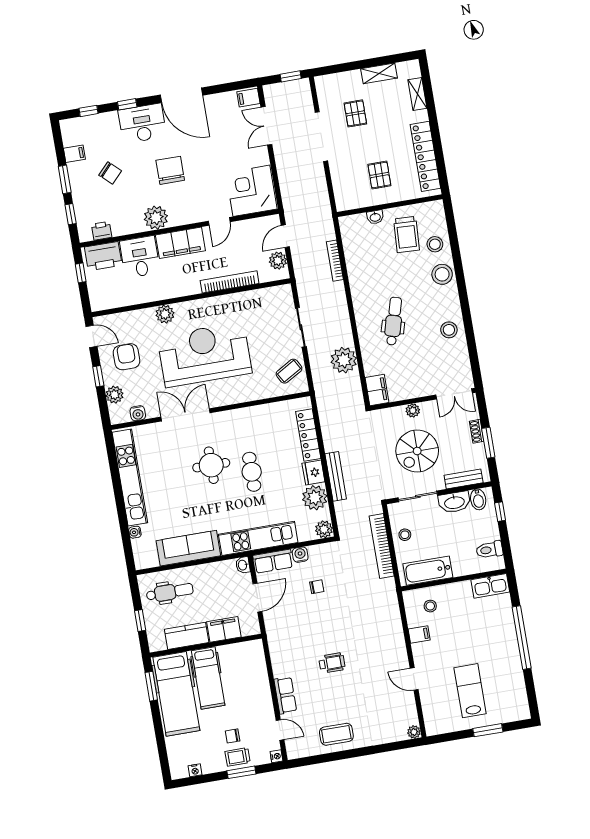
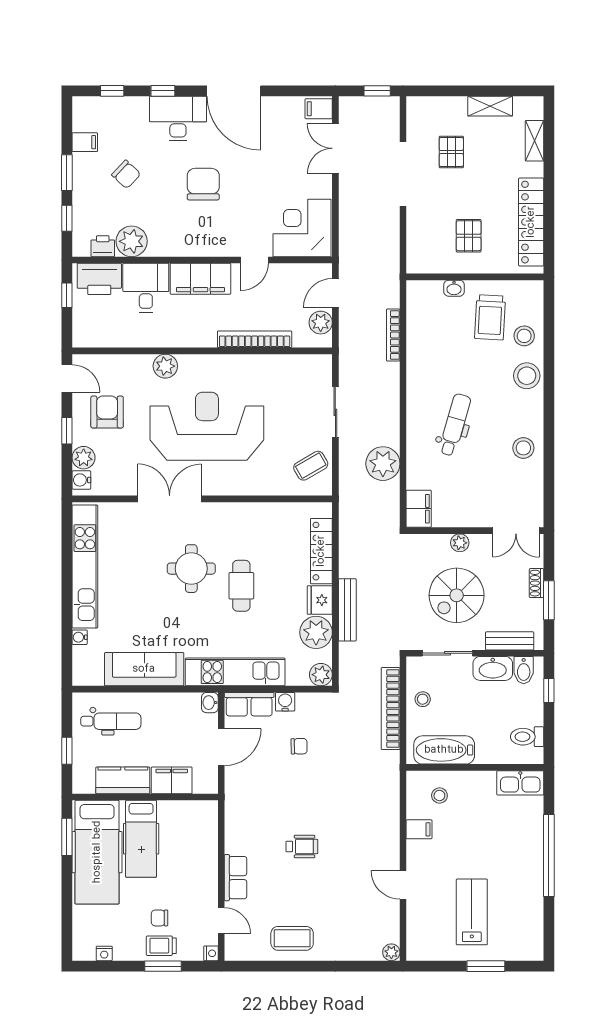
plant: (156, 218) -> (132, 241), moved
water cooler: (138, 413) -> (81, 480), moved, turned 90

